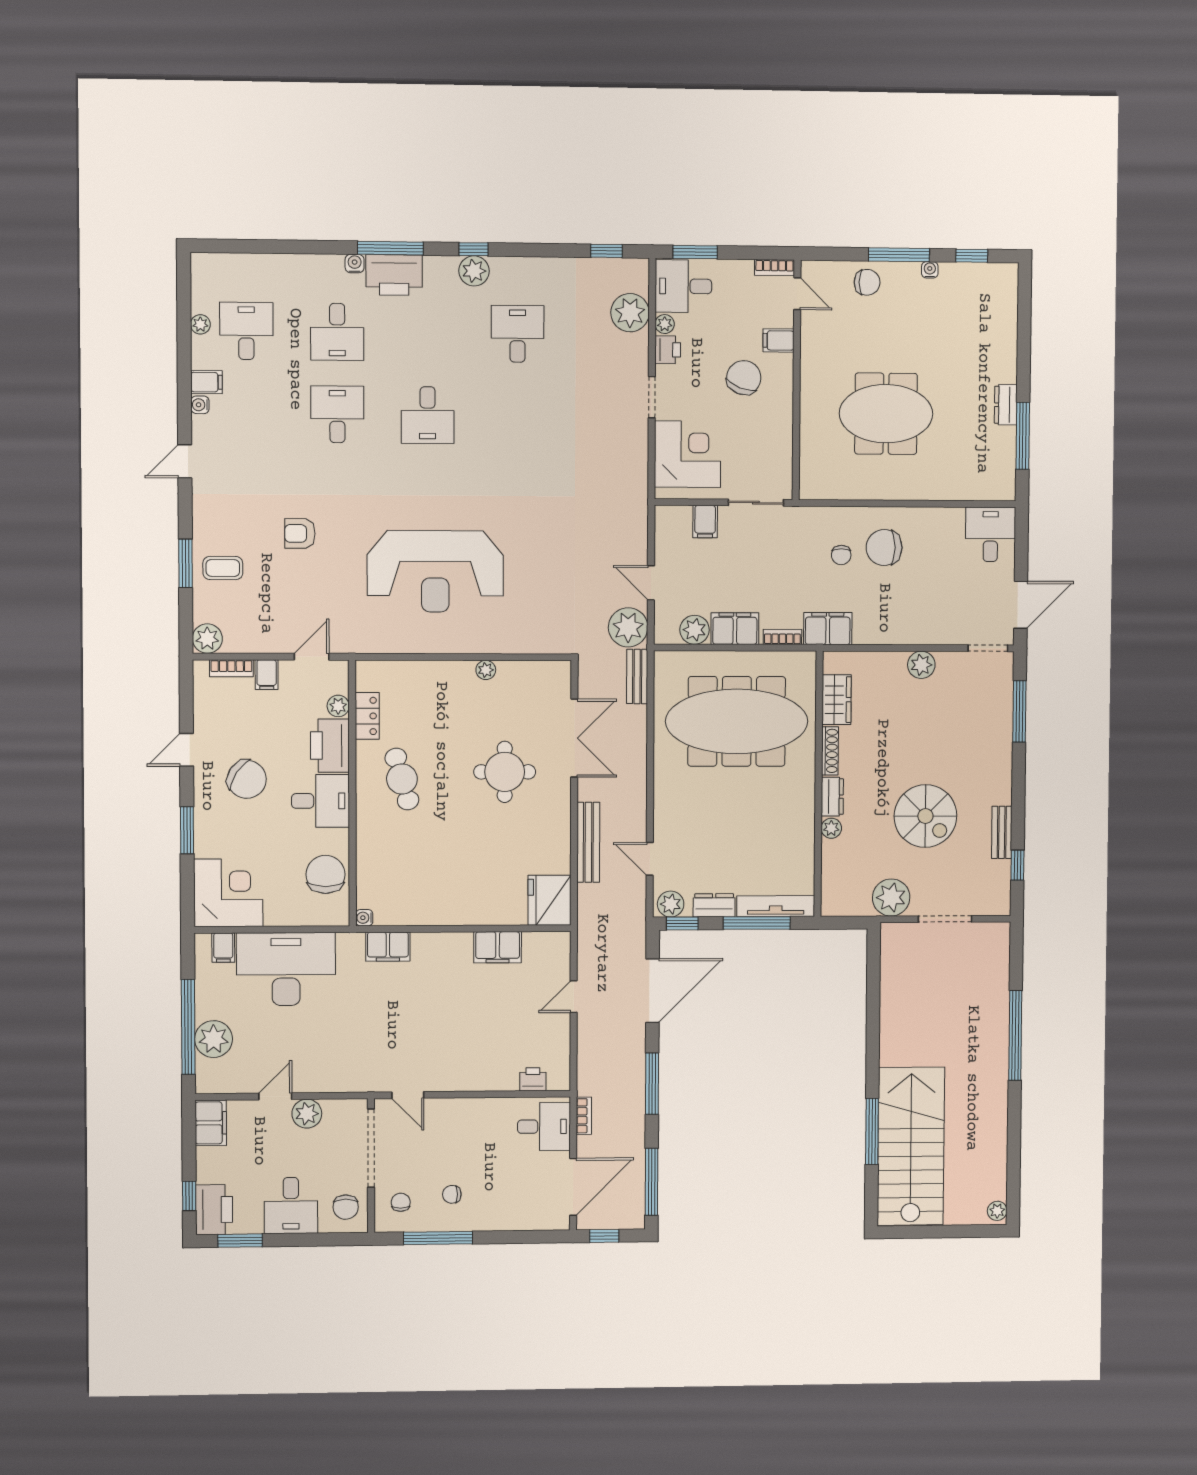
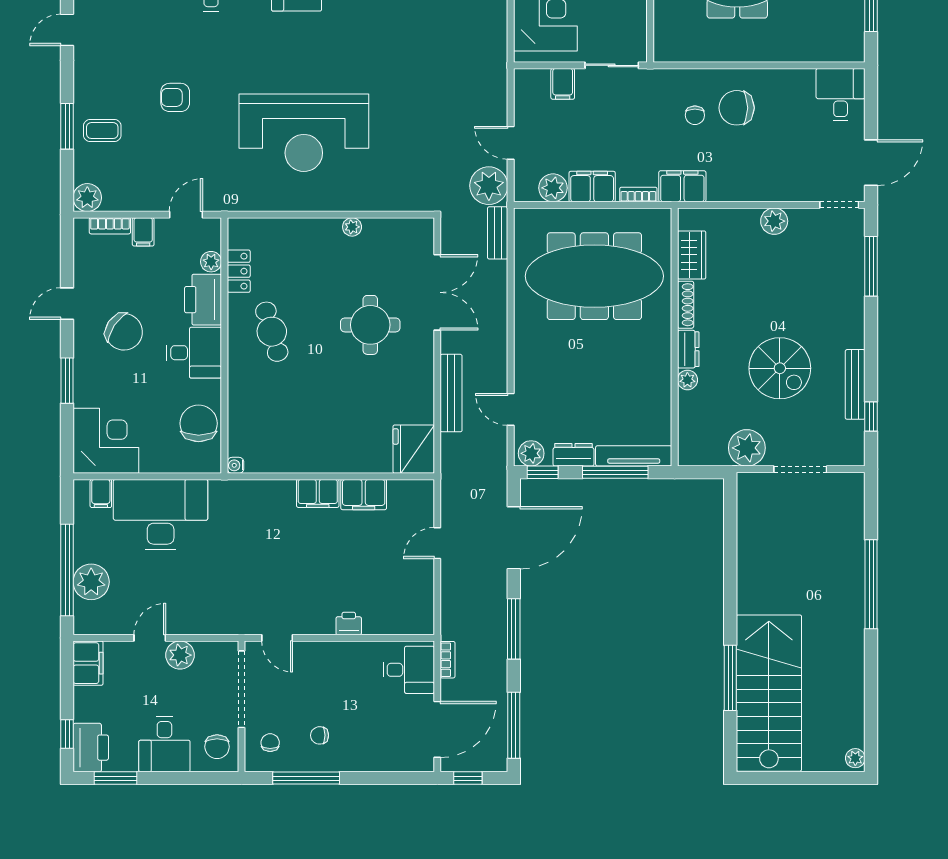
bench: (1002, 832) -> (855, 384), width x1.36
filing cabinet: (388, 947) -> (318, 493), moved
printer: (533, 1079) -> (349, 624), moved

